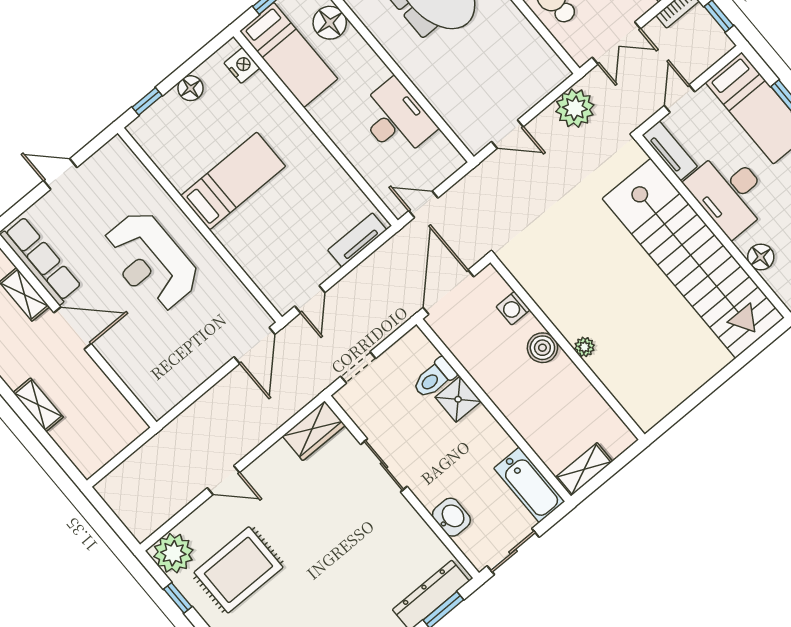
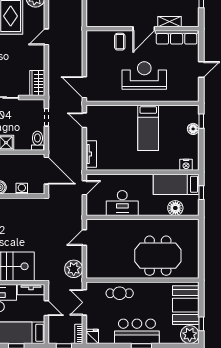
floor lamp: (190, 88) -> (193, 129), moved
coffee table: (128, 350) -> (120, 42), added
toilet: (434, 378) -> (37, 141), moved

